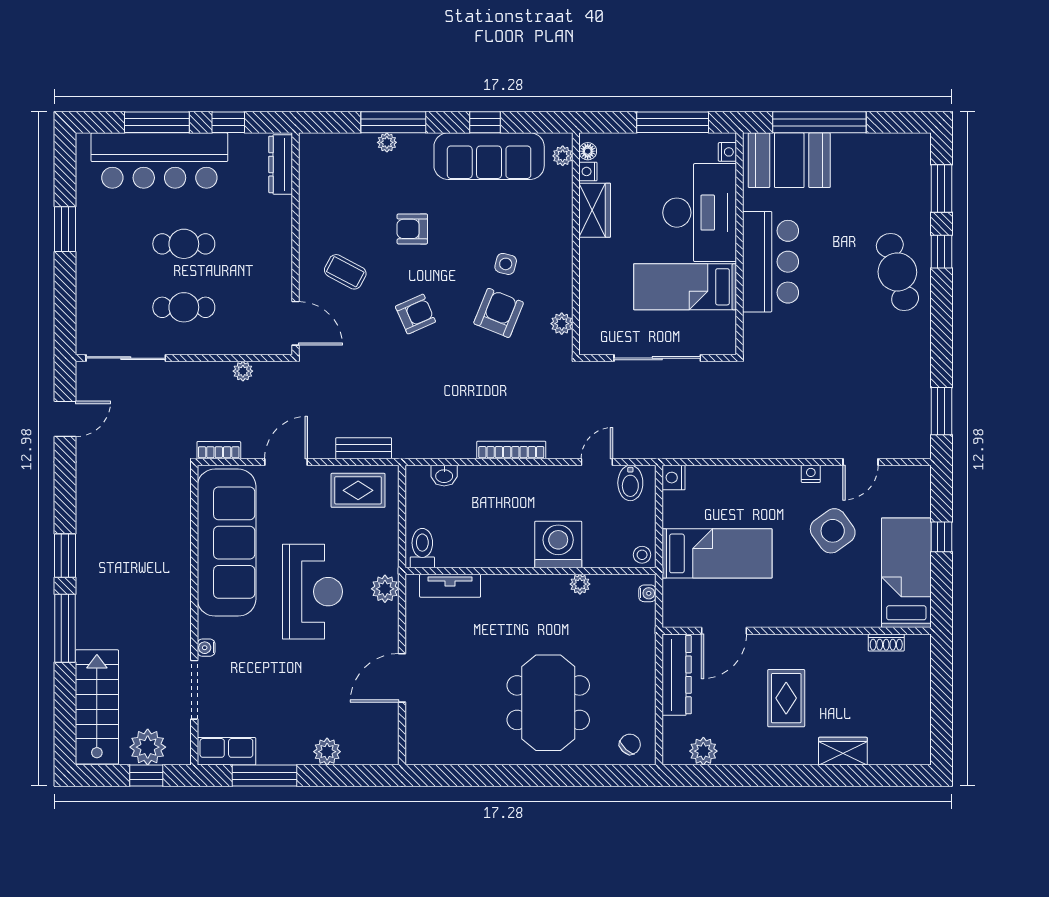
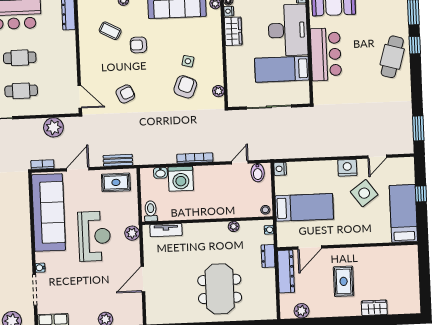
coffee table: (345, 272) -> (110, 31), moved
cafe table: (897, 272) -> (392, 57), turned 32
armchair: (415, 314) -> (125, 94), moved
plant: (243, 371) -> (53, 127), width x1.88, depth x1.88
nightstand: (811, 474) -> (347, 168), width x1.89, depth x1.79
washing machine: (558, 544) -> (181, 179), moved, turned 180
shoe rack: (886, 642) -> (395, 250), removed
dresser: (644, 643) -> (268, 256), added
chair: (630, 744) -> (263, 309), removed

